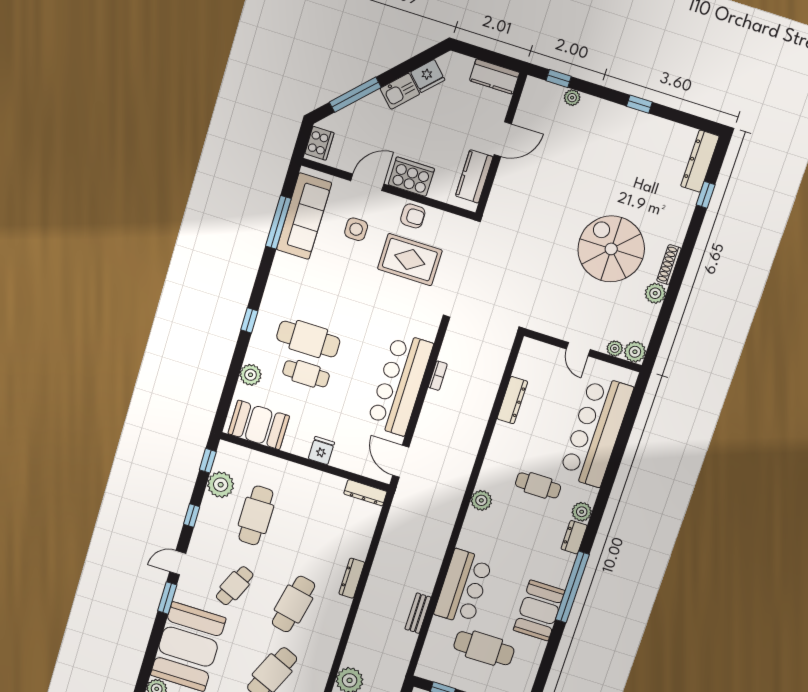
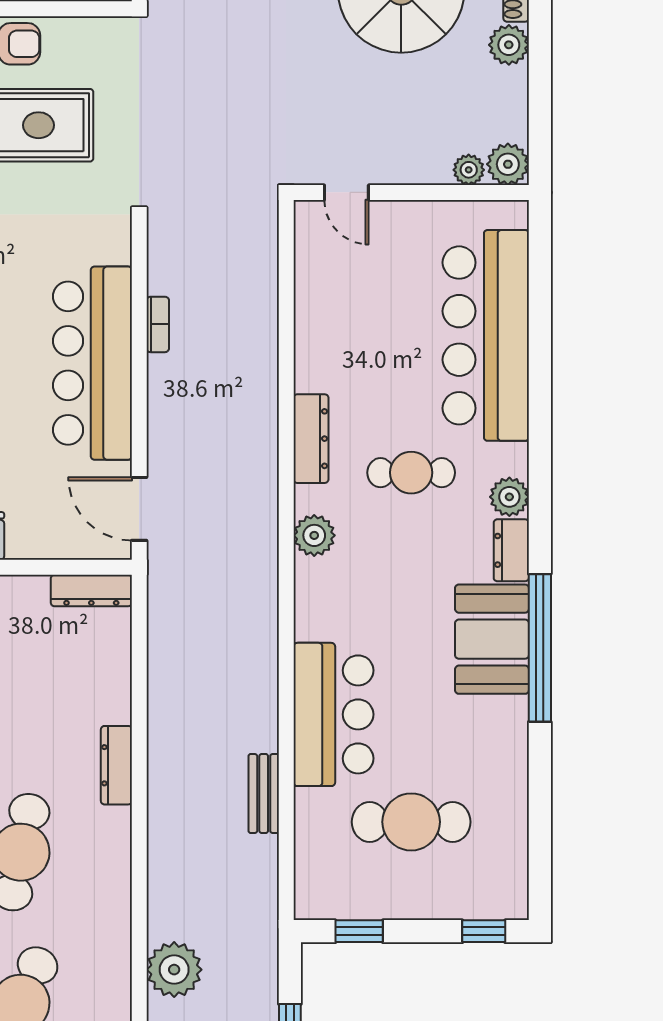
door: (578, 349) -> (346, 192), moved
dresser: (512, 400) -> (311, 439), moved
booth: (539, 610) -> (492, 639), moved

